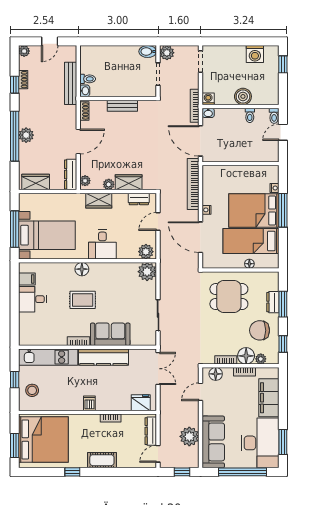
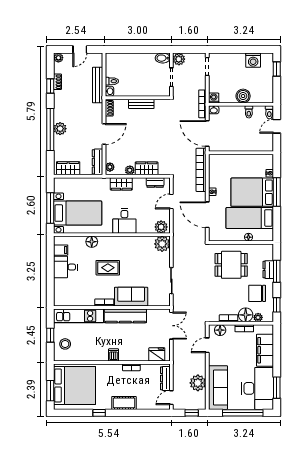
floor lamp: (82, 269) -> (92, 242), moved

